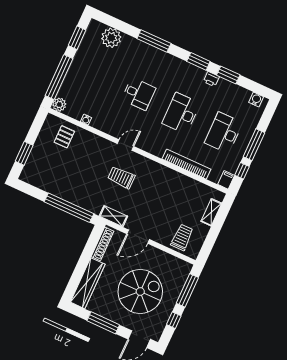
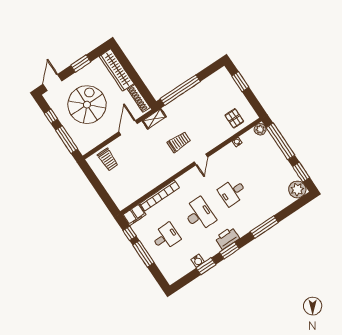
plant: (111, 38) -> (297, 189), moved
printer: (211, 79) -> (227, 238), moved, width x1.87, depth x1.48
water cooler: (256, 100) -> (198, 261), moved
desk: (224, 133) -> (166, 237), width x0.73
filing cabinet: (226, 180) -> (134, 215), width x2.00
shelving: (211, 212) -> (113, 192), removed
spiral stairs: (140, 291) -> (87, 105), turned 180
window: (103, 323) -> (81, 64), width x0.69

